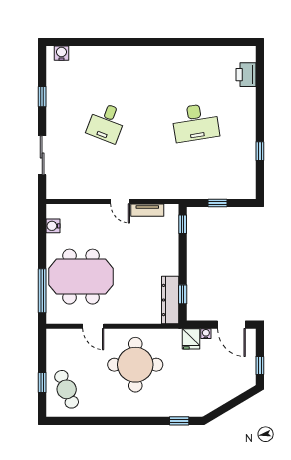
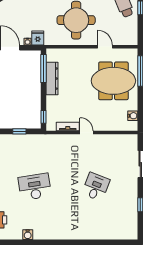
water cooler: (61, 53) -> (28, 235), moved
window: (183, 294) -> (44, 69), width x2.17
dresser: (170, 300) -> (52, 79), moved

